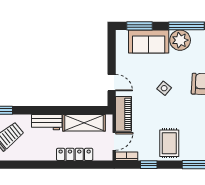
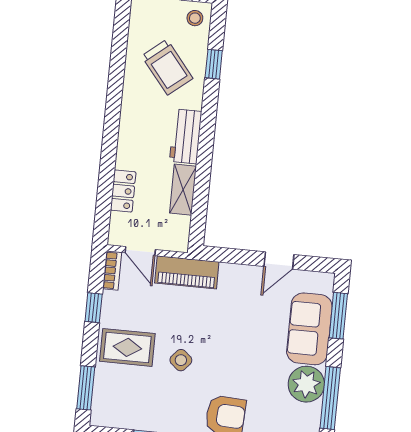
door: (112, 83) -> (279, 260), moved
side table: (164, 88) -> (181, 360), moved
shelving: (84, 123) -> (183, 190), width x0.67, depth x0.75
locker: (75, 154) -> (123, 191), width x0.66

